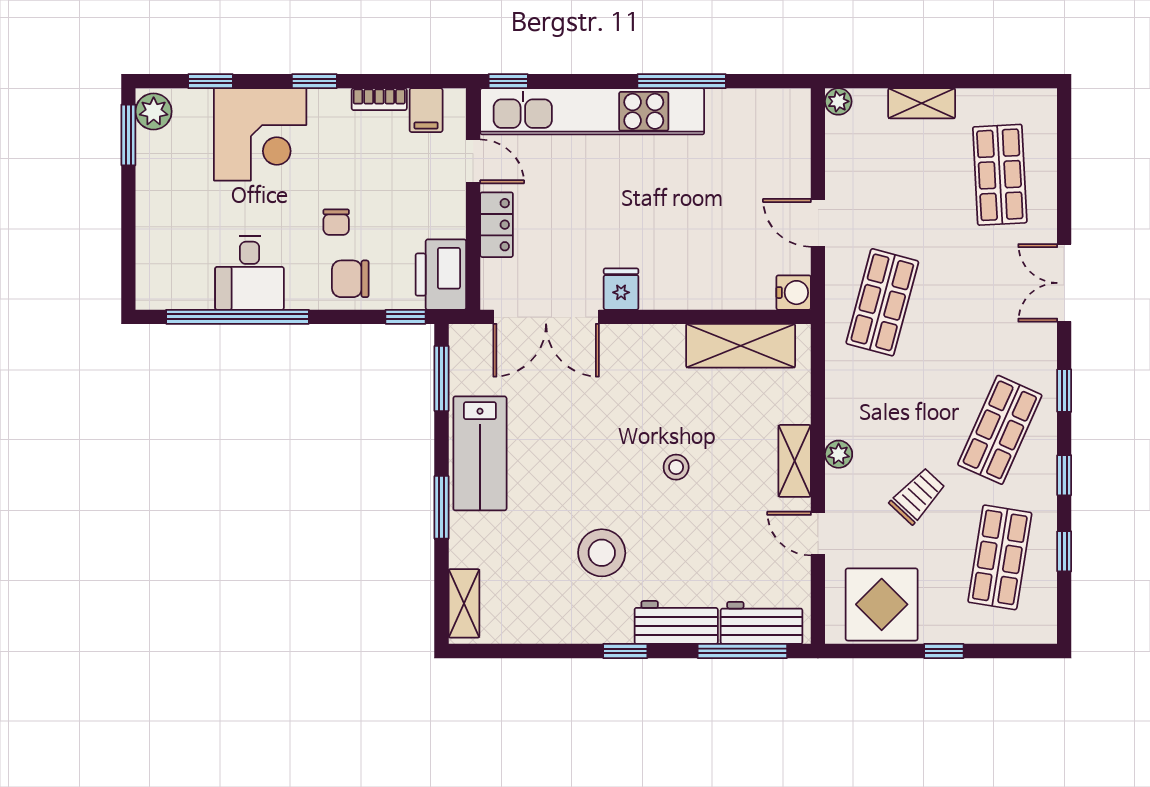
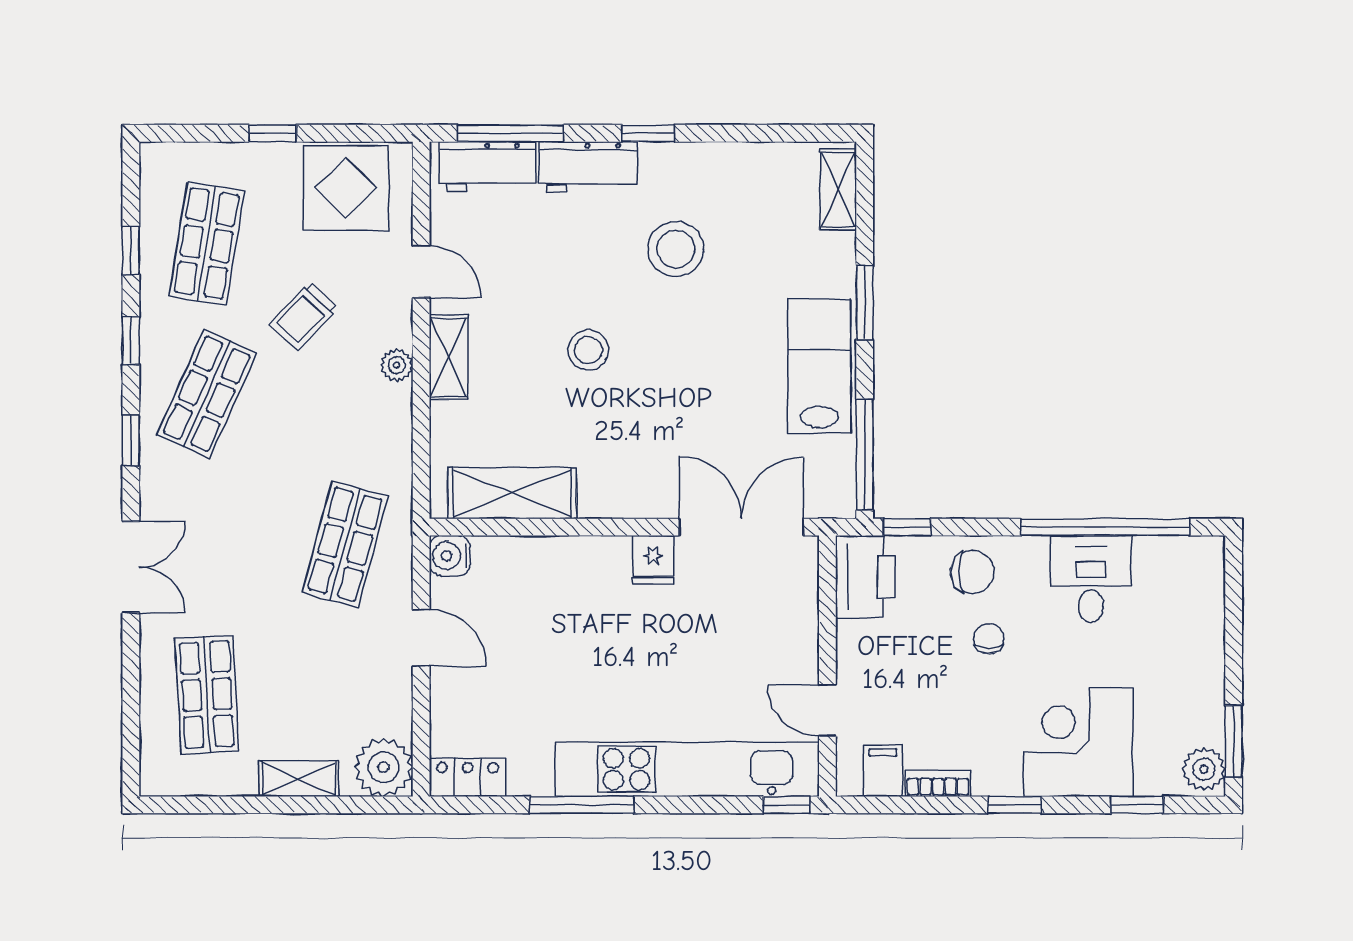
plant: (838, 101) -> (383, 767), width x1.88, depth x1.88
locker: (497, 225) -> (468, 777), moved, turned 90
window: (442, 378) -> (865, 455), width x1.44
stool: (676, 467) -> (588, 350), width x1.37, depth x1.37

